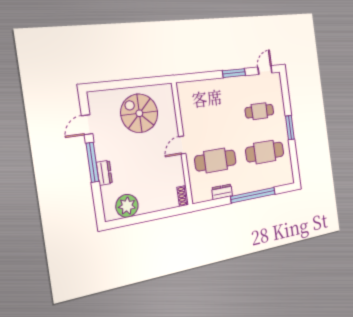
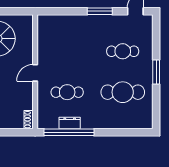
cafe table: (216, 160) -> (67, 92), width x0.73, depth x0.74
window: (253, 195) -> (69, 132), moved

